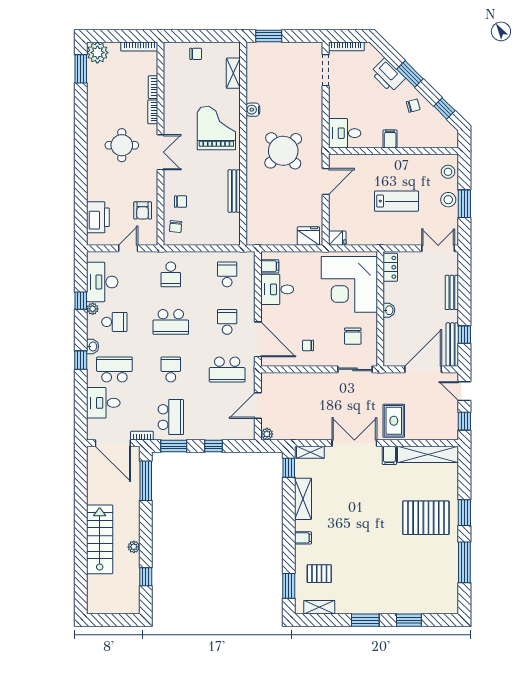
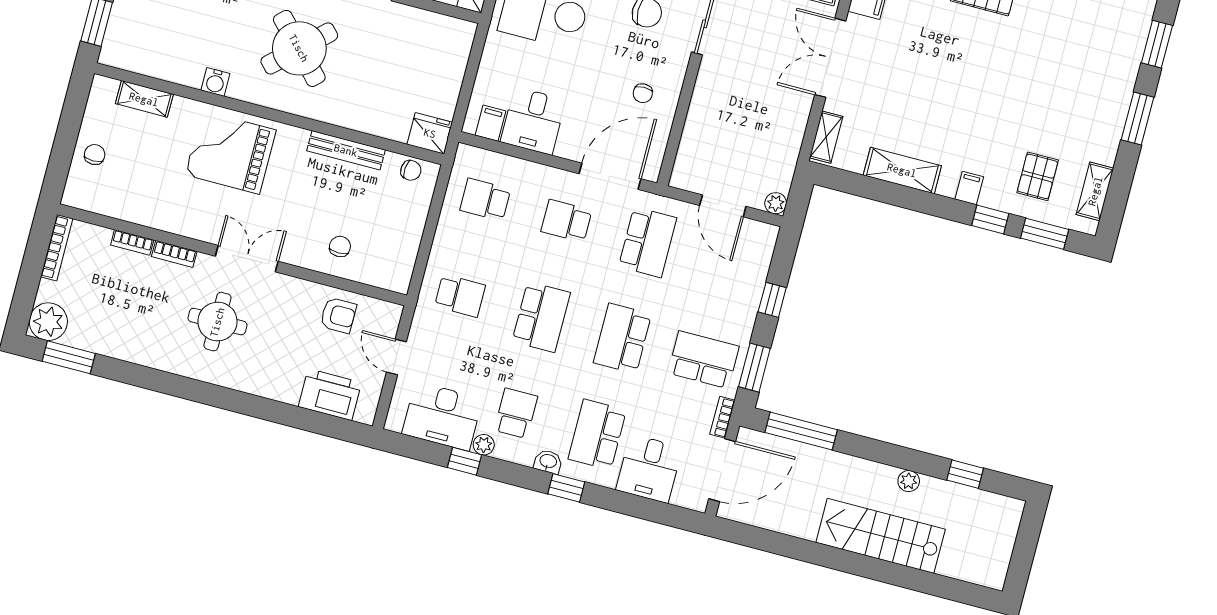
chair: (176, 227) -> (411, 170), moved
fridge: (308, 236) -> (430, 133), moved, turned 90
school desk: (171, 369) -> (622, 338), width x1.85
window: (289, 468) -> (990, 219), moved

